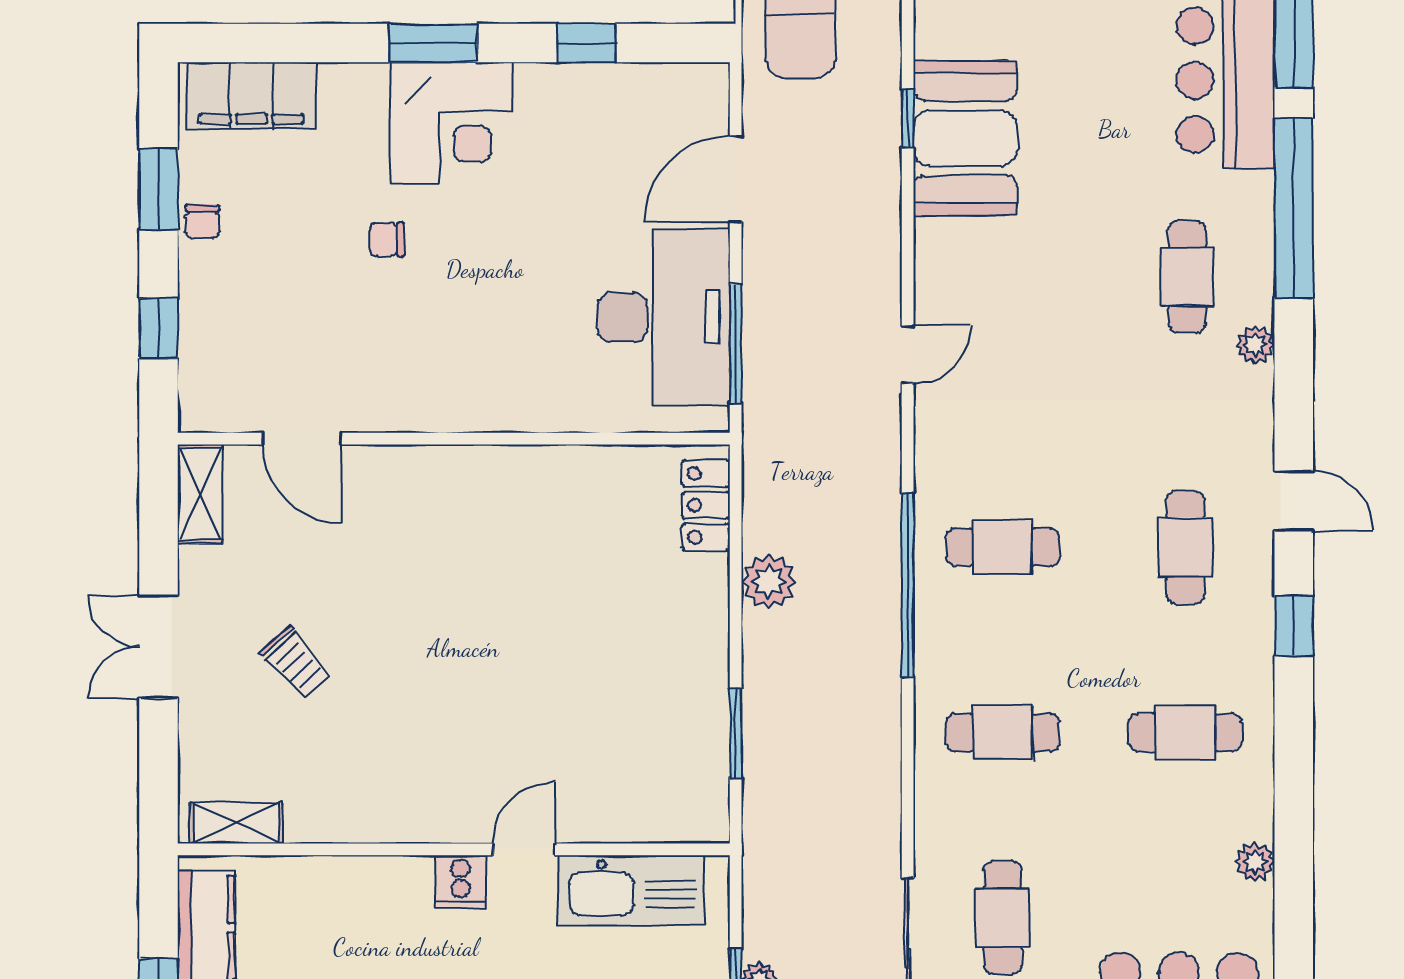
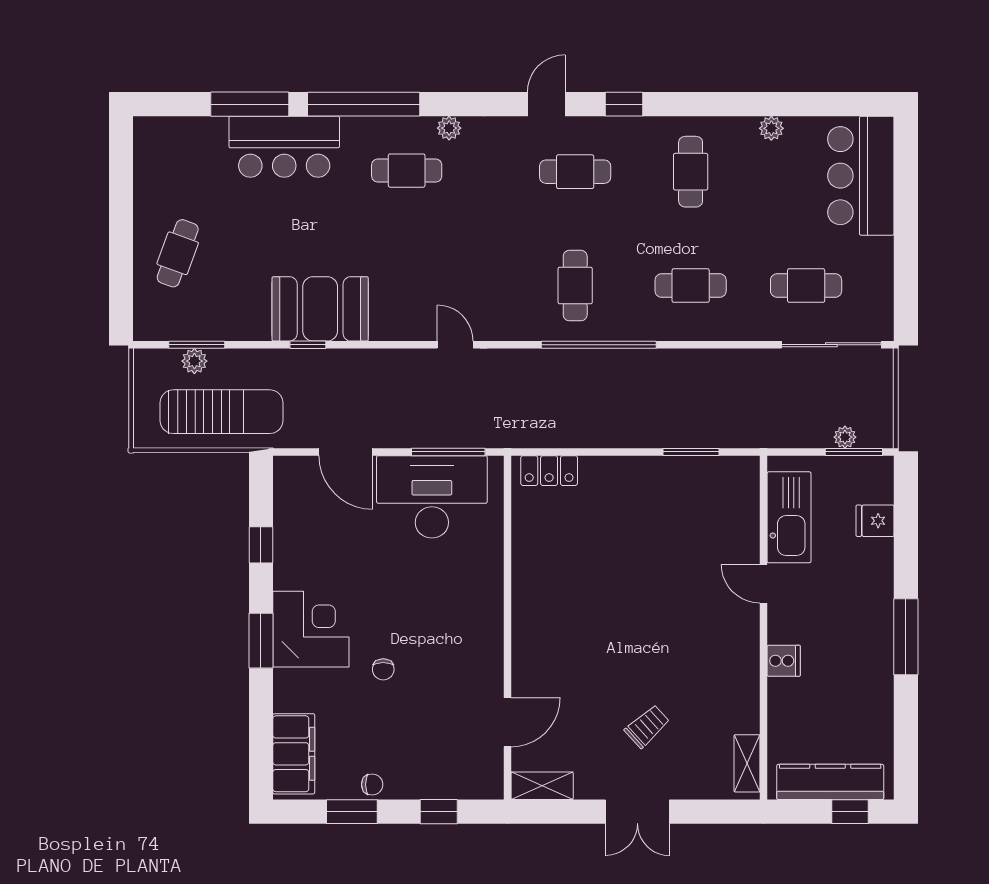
plant: (769, 582) -> (597, 431), removed
cafe table: (1003, 732) -> (691, 286), turned 90
cooker: (461, 882) -> (784, 661), moved

